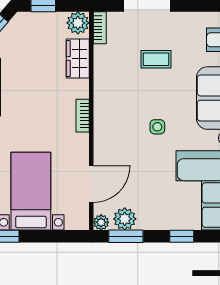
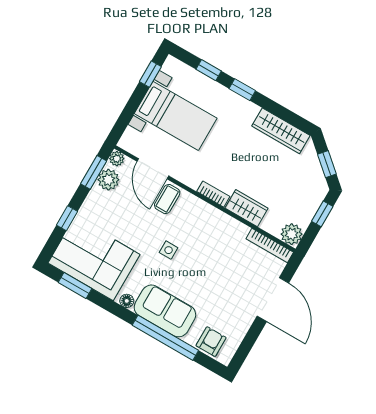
bookcase: (100, 28) -> (270, 245), width x1.56
wardrobe: (78, 59) -> (247, 208), moved
coffee table: (156, 59) -> (167, 199), moved

